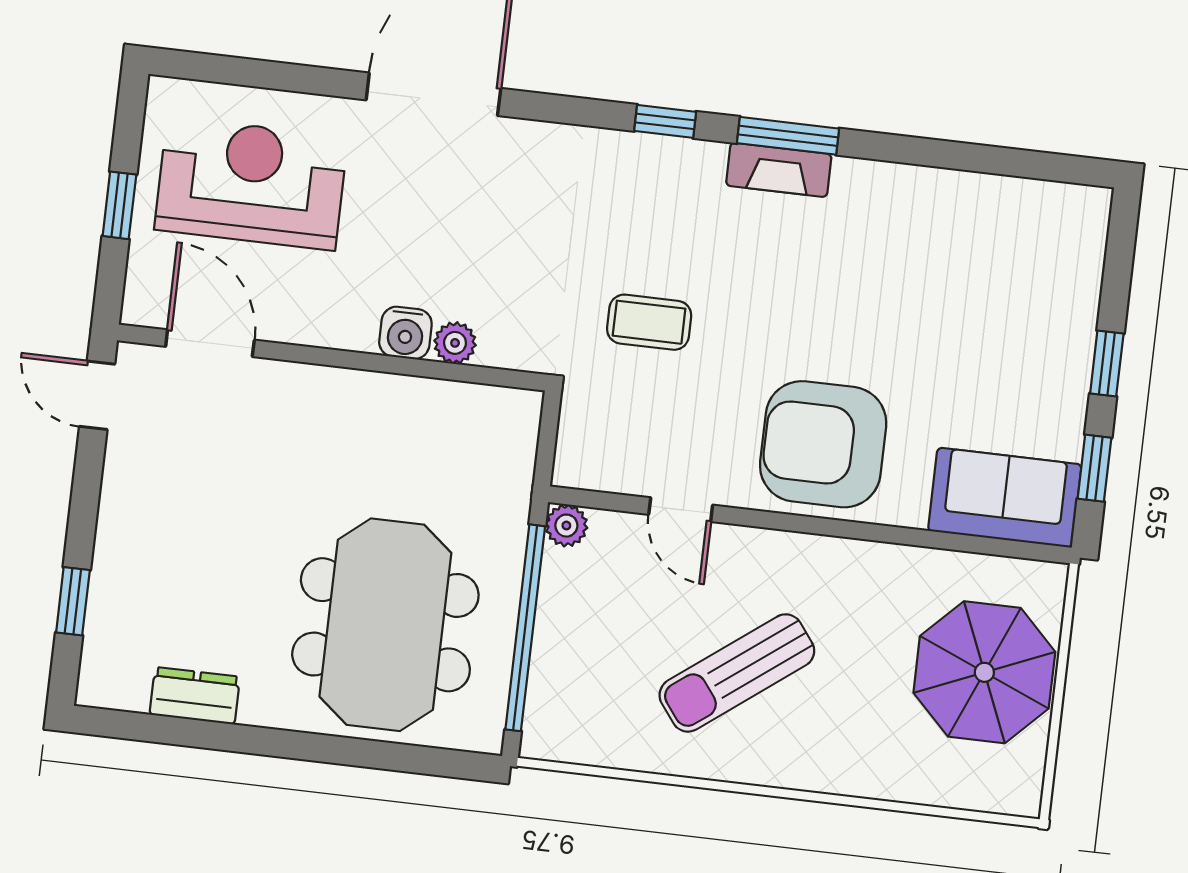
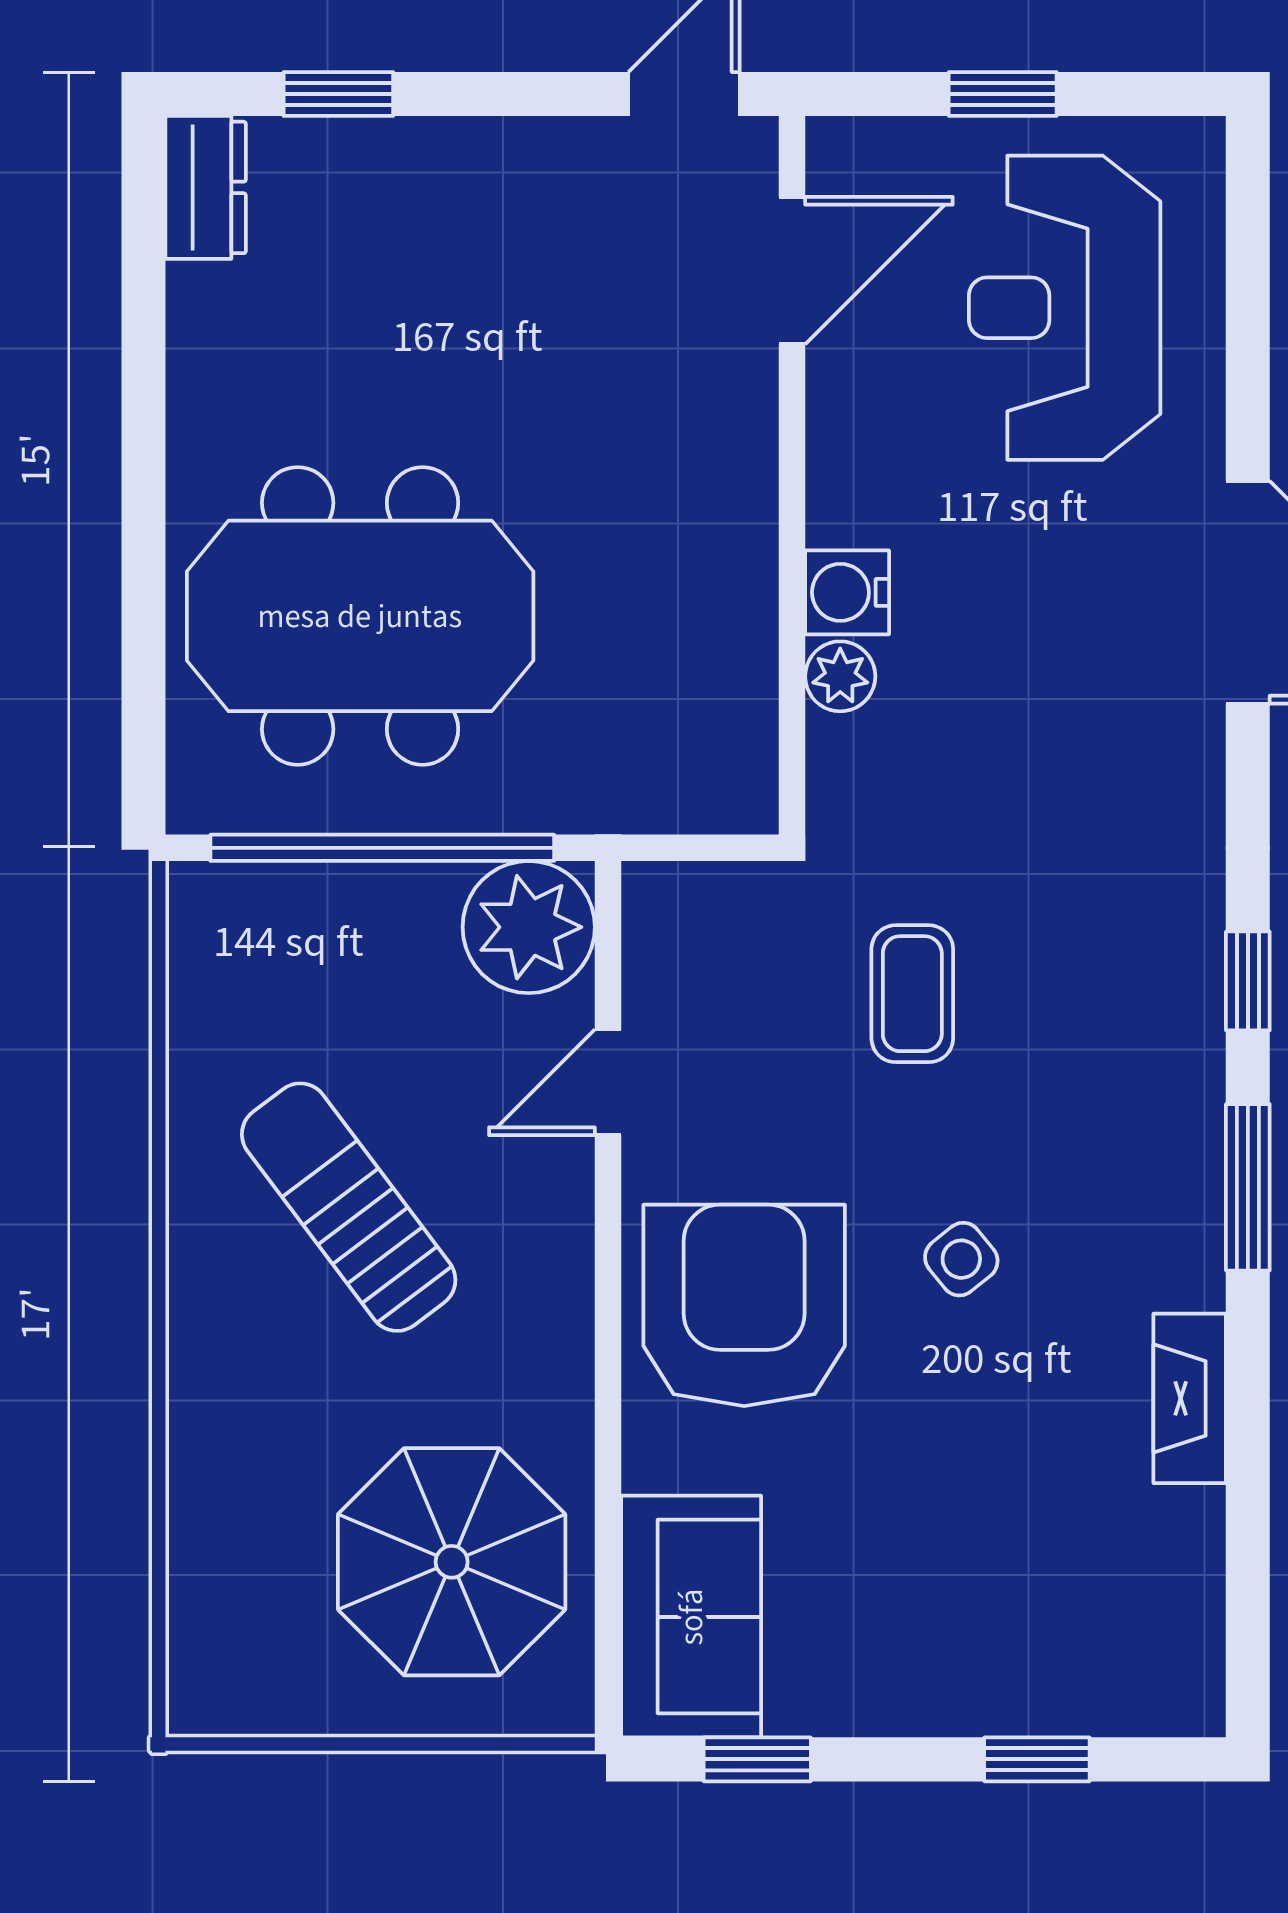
fireplace: (779, 170) -> (1190, 1398), moved
reception desk: (251, 183) -> (1065, 308), turned 180
side table: (811, 312) -> (961, 1259), added
window: (1107, 363) -> (1037, 1759), moved
plant: (566, 526) -> (529, 927), width x1.88, depth x1.88
parasol: (984, 672) -> (452, 1562), moved
dresser: (195, 696) -> (206, 187), moved

